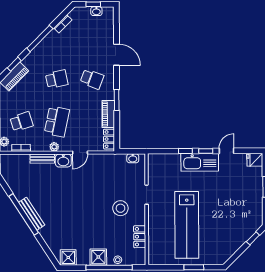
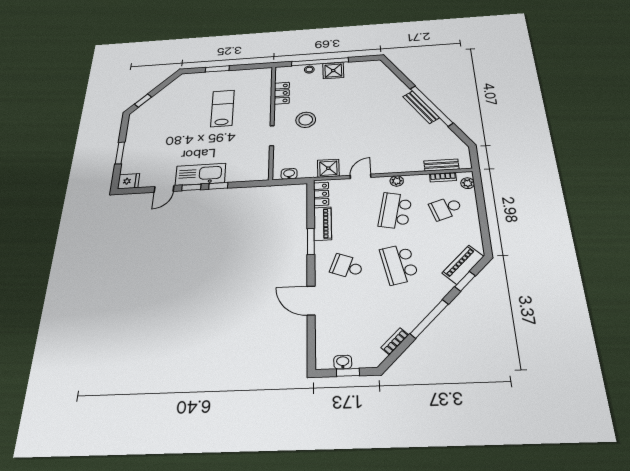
school desk: (57, 79) -> (399, 264), width x1.85
bench: (42, 159) -> (441, 165), moved
washbasin: (63, 161) -> (383, 166), removed
lab bench: (187, 225) -> (222, 108), width x0.54, depth x0.72
shower: (68, 257) -> (328, 168), moved

